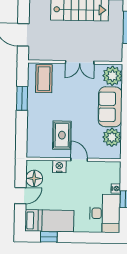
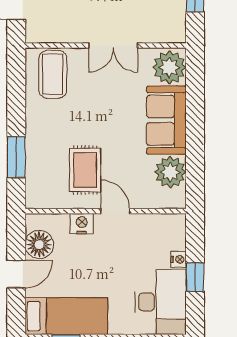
window: (22, 98) -> (16, 157), moved

